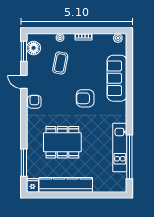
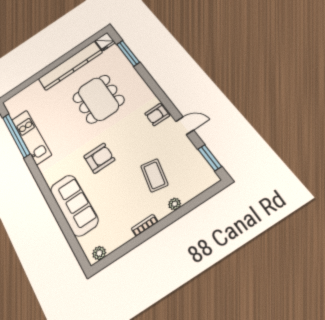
floor lamp: (34, 48) -> (200, 170), removed
armchair: (34, 102) -> (157, 115), turned 90
dining table: (62, 142) -> (98, 99), turned 90

